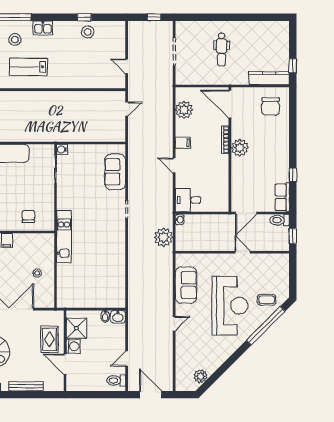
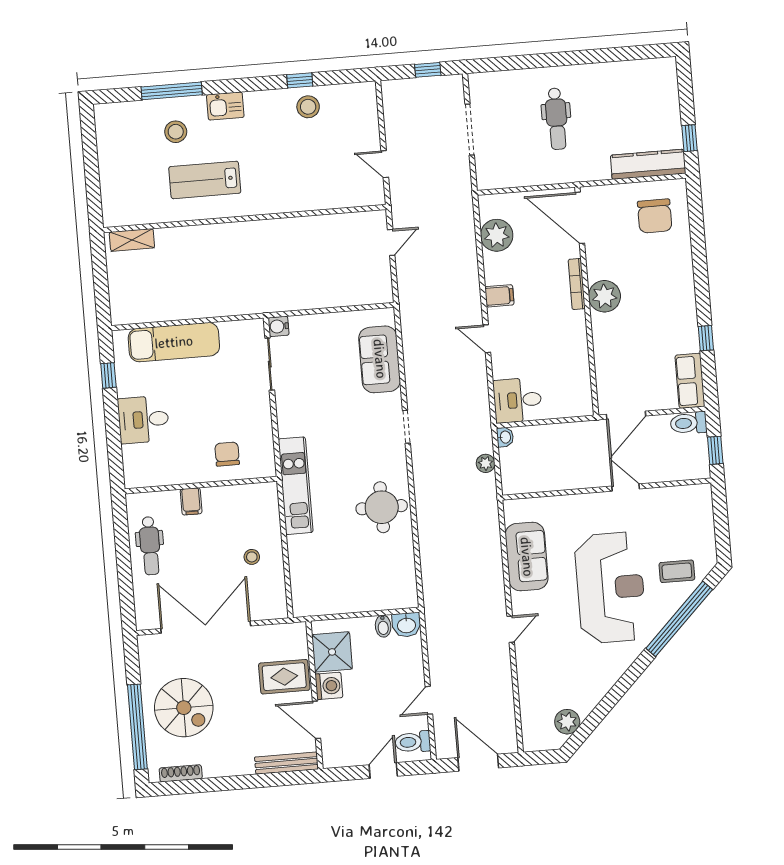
plant: (163, 237) -> (486, 463), width x0.53, depth x0.53
round table: (110, 252) -> (382, 507), added
rug: (49, 339) -> (284, 677), turned 90
bench: (26, 386) -> (286, 763), moved
door: (99, 395) -> (383, 770), added

